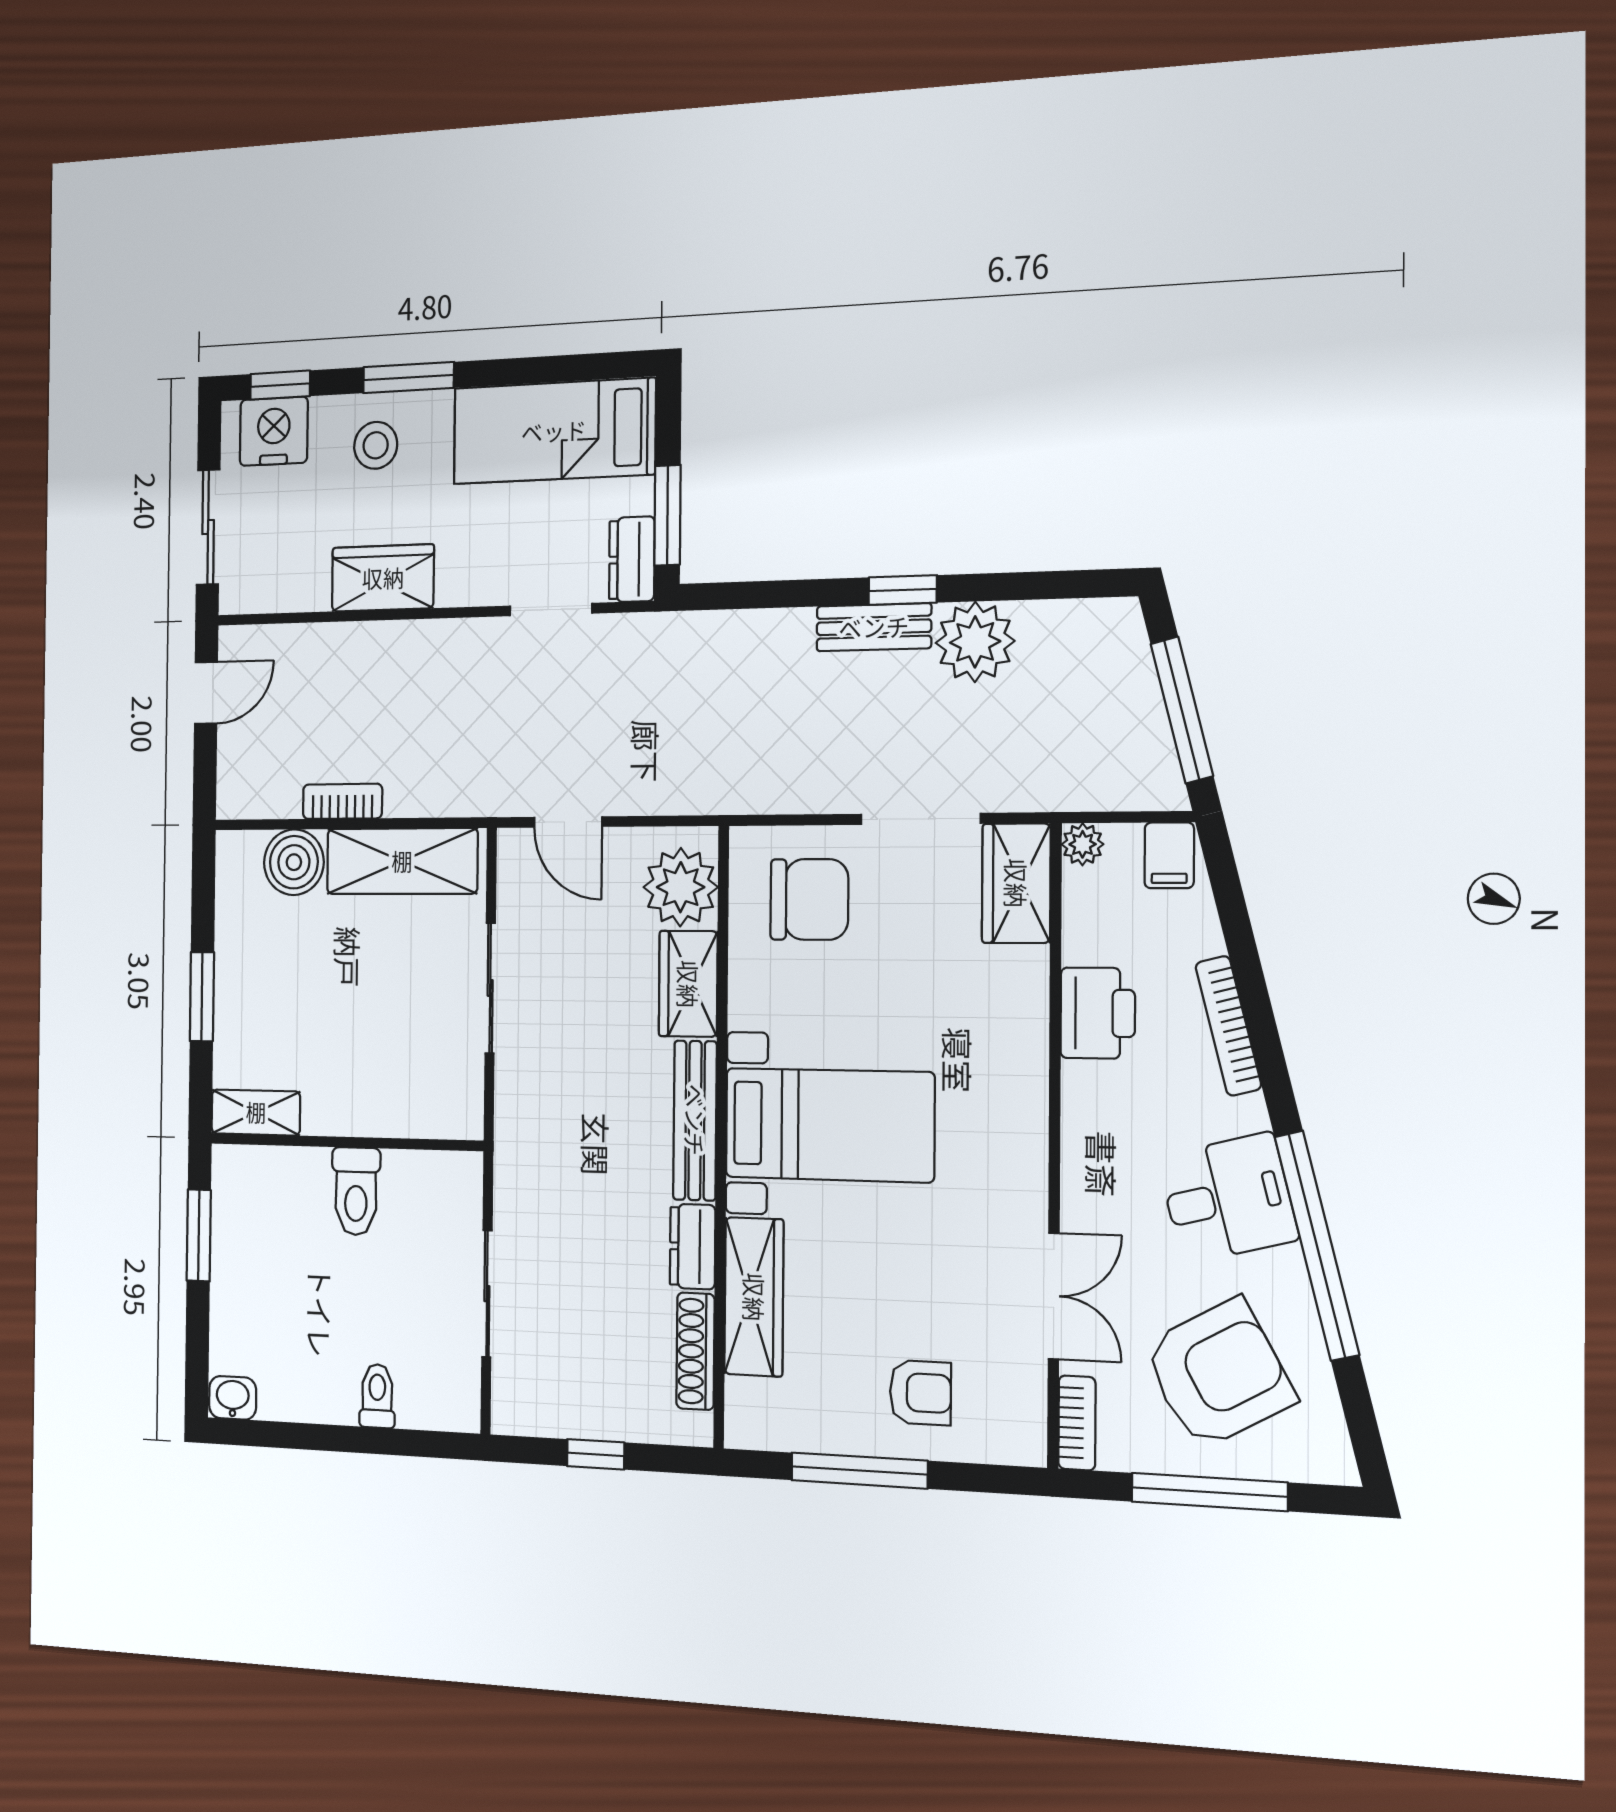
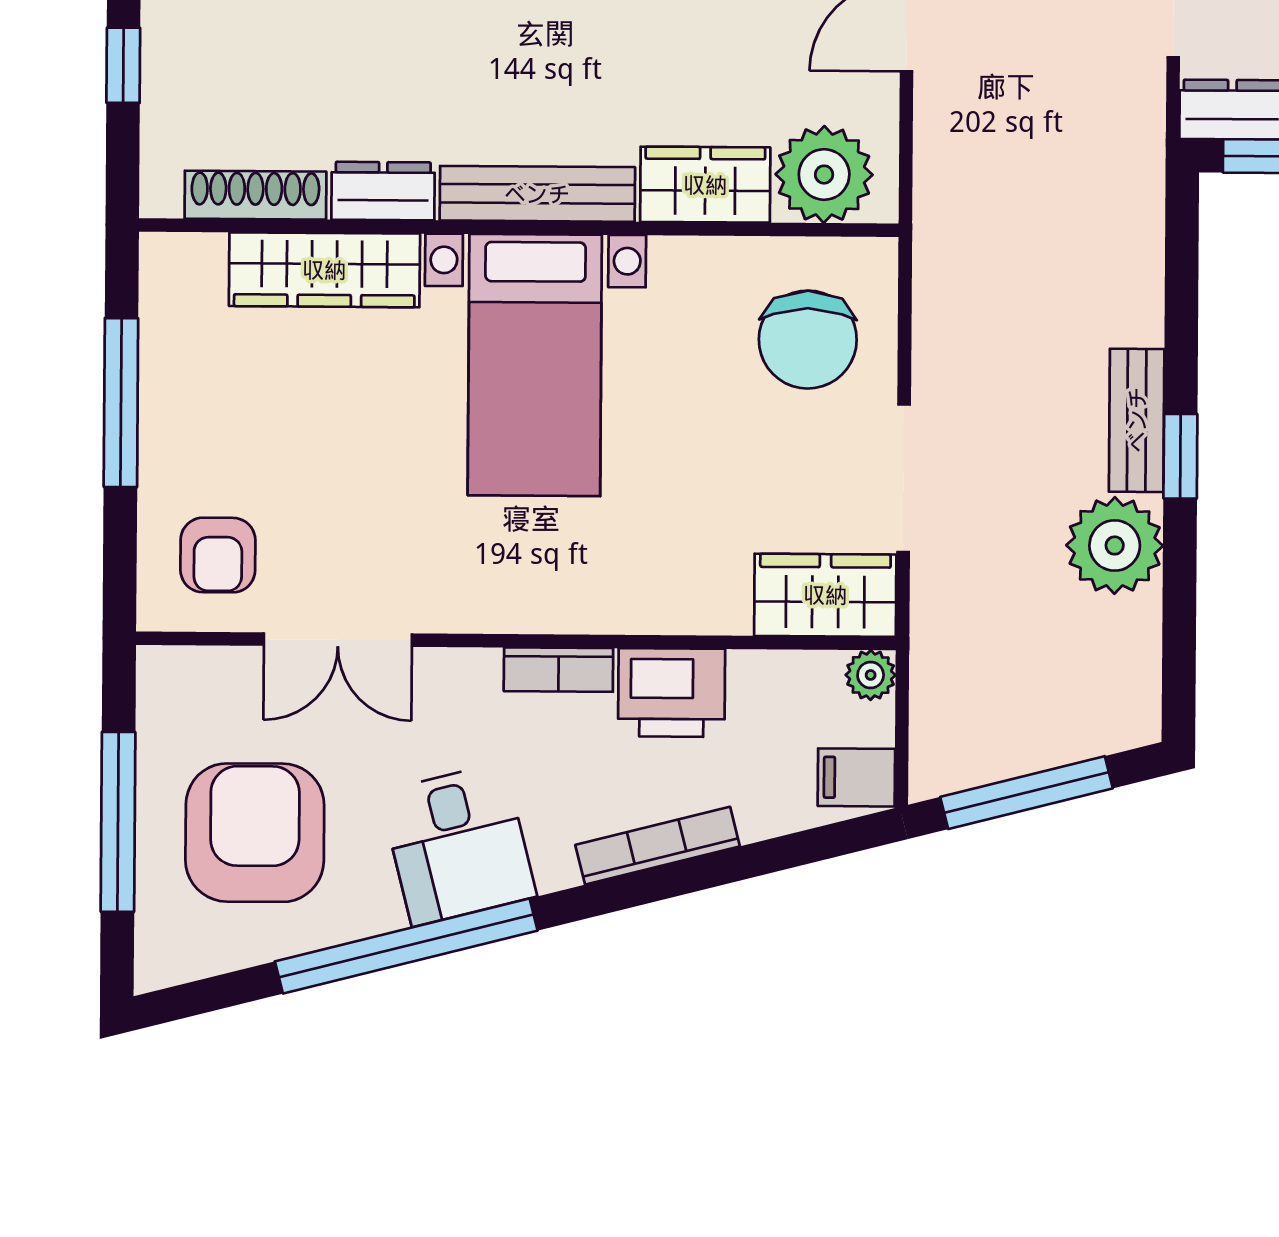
armchair: (1218, 1374) -> (255, 833), turned -151
armchair: (920, 1393) -> (218, 555), moved
bookcase: (1077, 1423) -> (558, 670), moved

